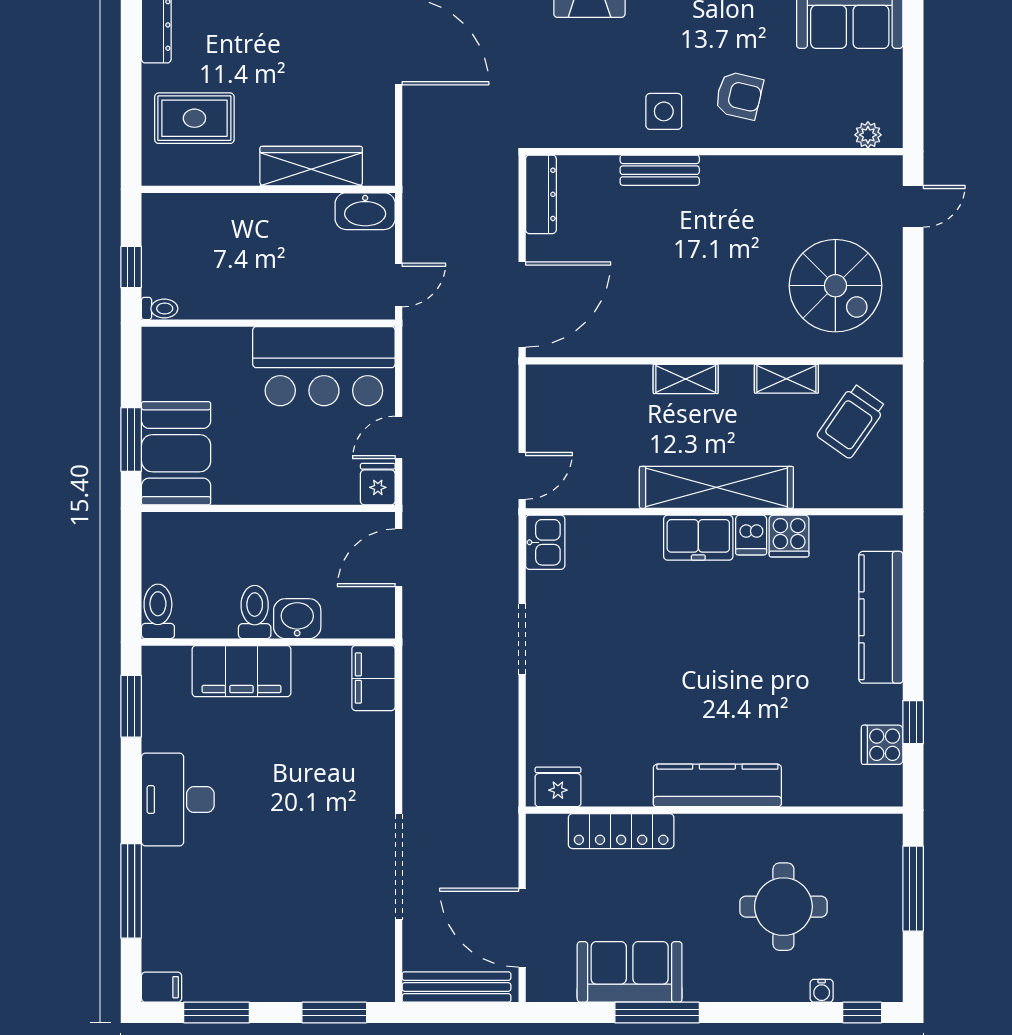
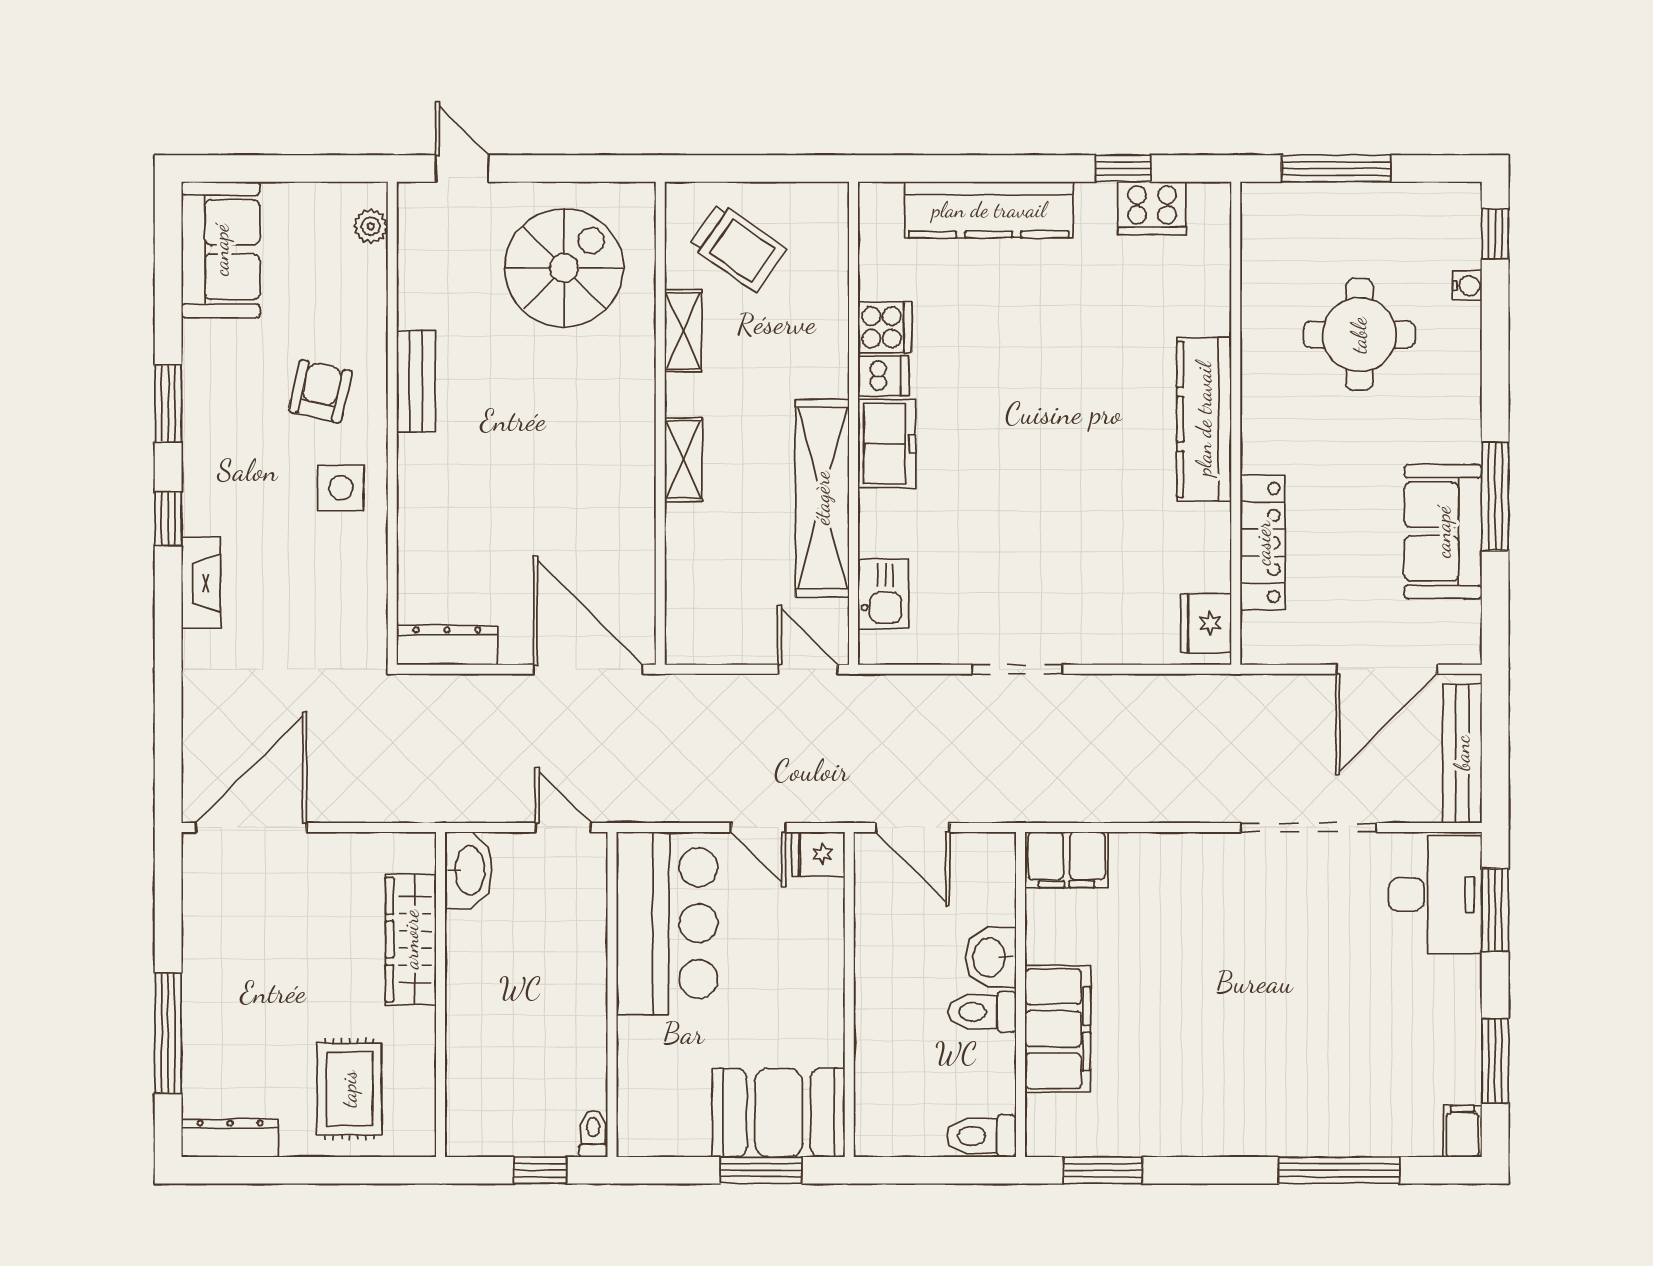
bench: (660, 170) -> (416, 381), moved
shelving: (716, 487) -> (822, 498), moved
kitchen sink: (545, 542) -> (883, 594), moved, turned 90
cooker: (882, 745) -> (1152, 208), width x1.36
desk: (178, 800) -> (1435, 895), moved, turned -90

